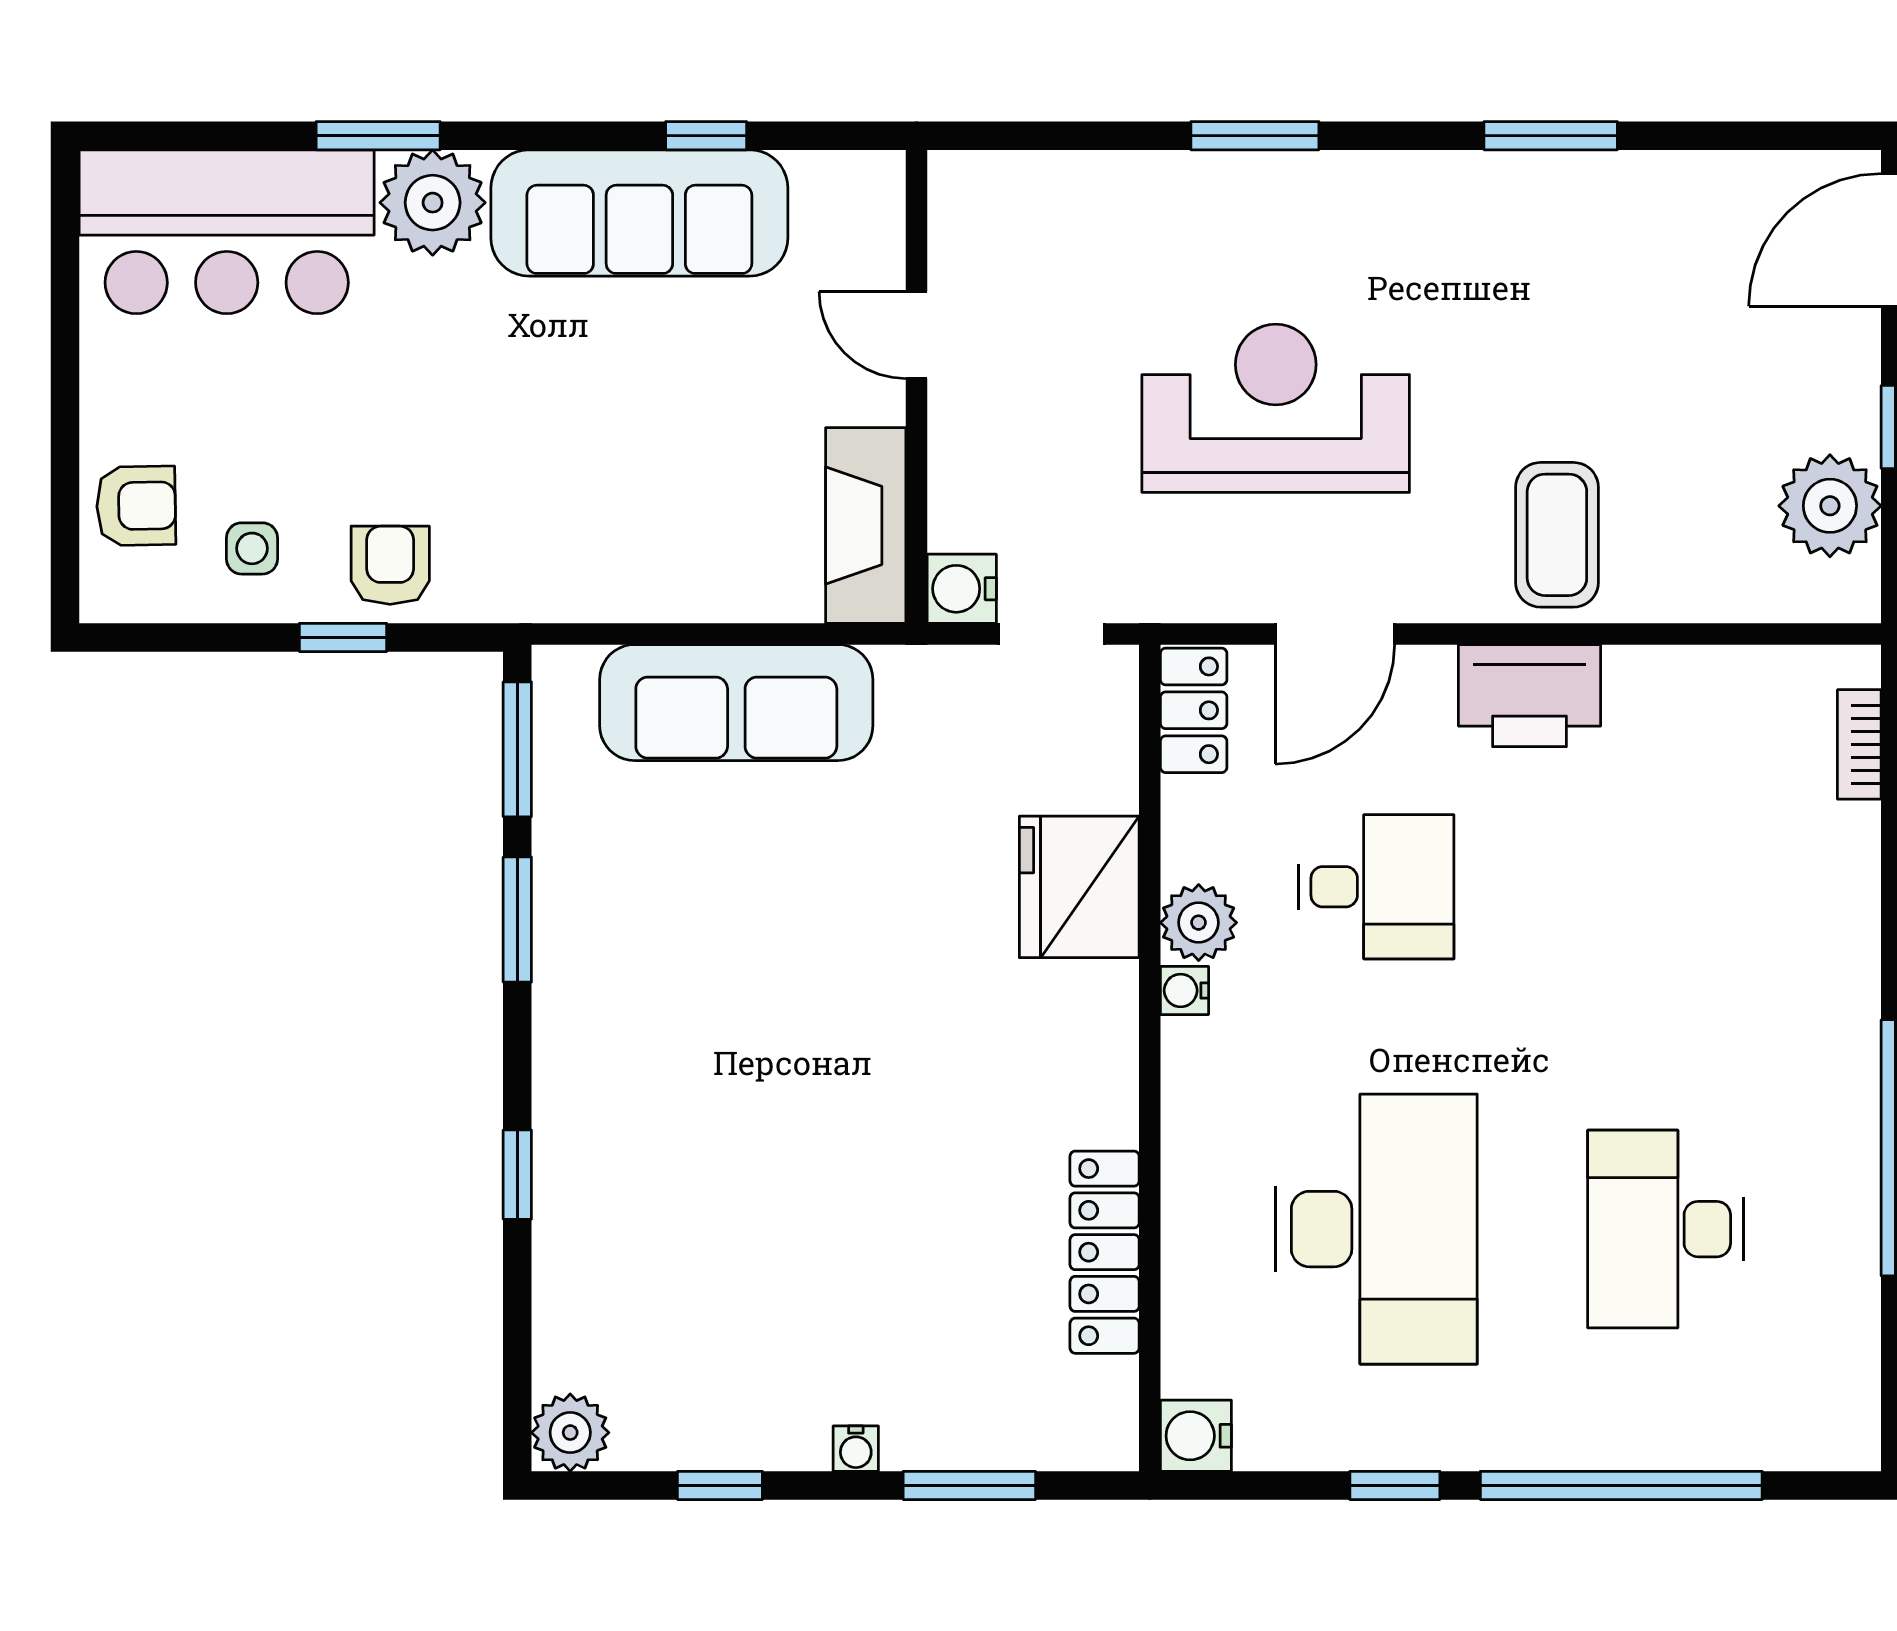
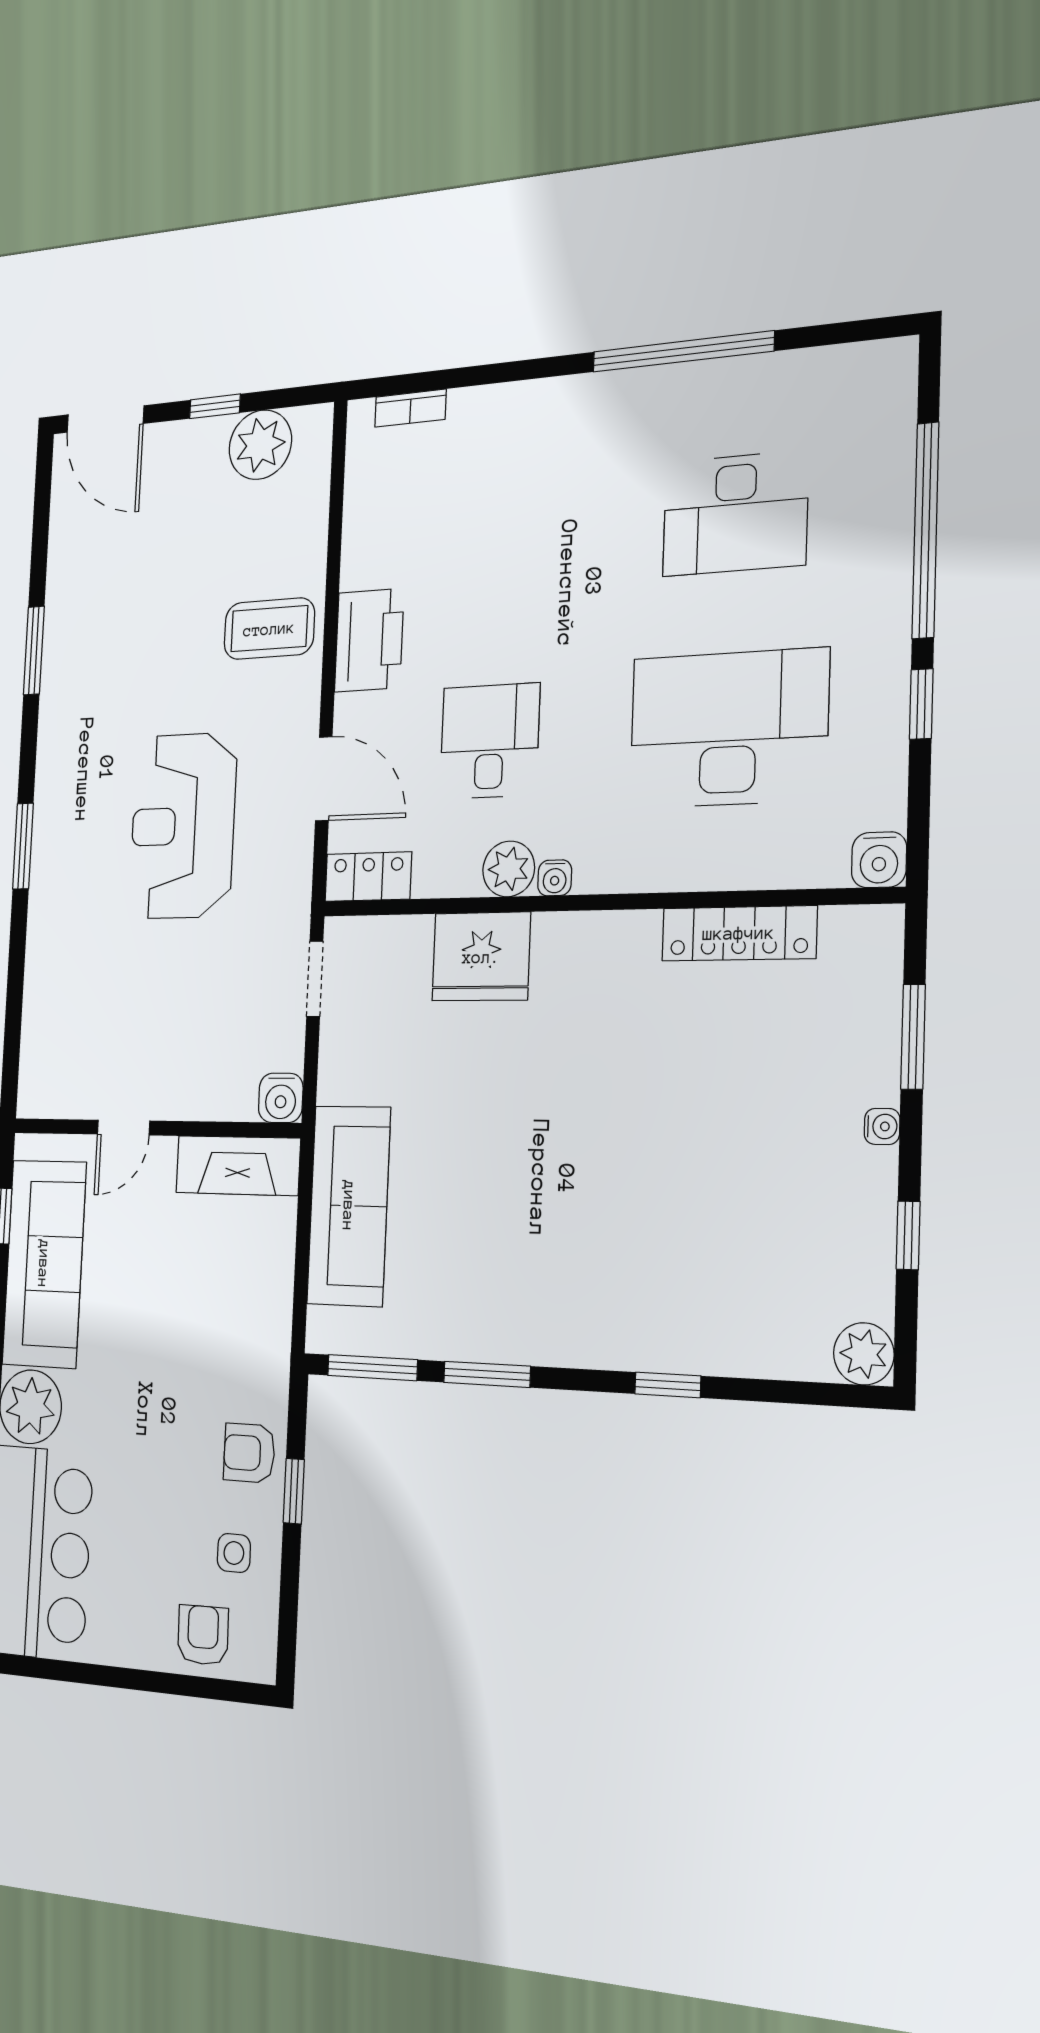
door: (917, 335) -> (124, 1128), moved
wall: (917, 387) -> (154, 1128), moved
fireplace: (866, 525) -> (238, 1166), moved
water cooler: (962, 589) -> (281, 1098), moved

